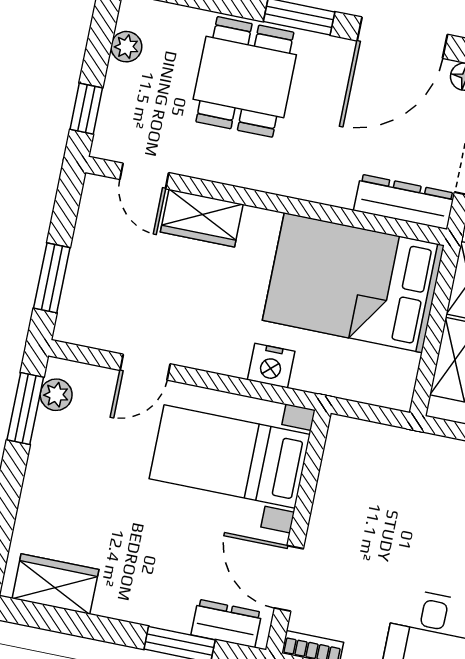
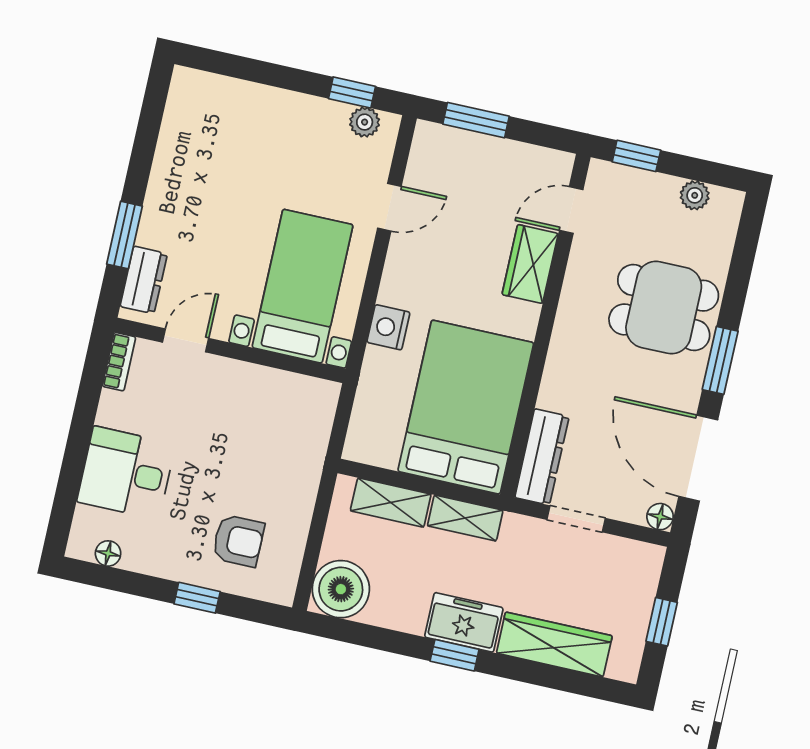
door: (145, 367) -> (389, 207), swing flipped
window: (25, 409) -> (352, 92), width x0.67
door: (289, 578) -> (185, 340), width x0.73
wardrobe: (55, 584) -> (184, 118), removed

